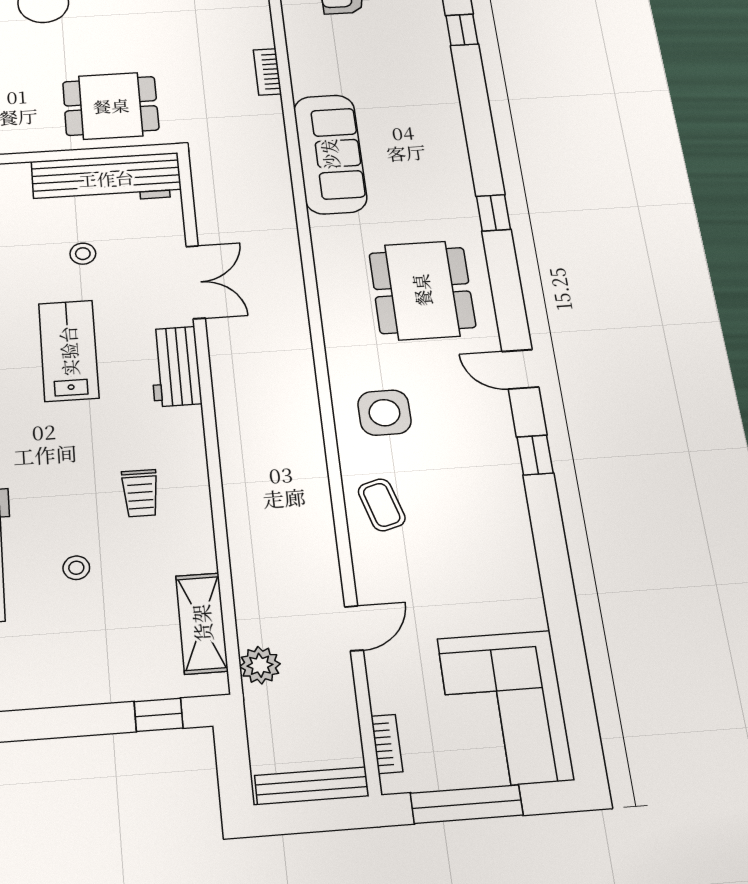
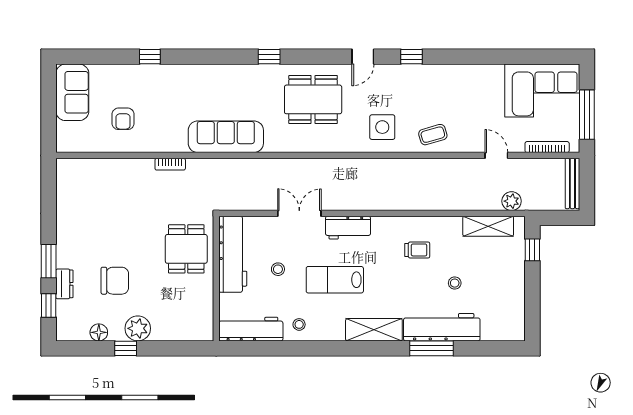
bookcase: (387, 744) -> (547, 147), width x1.56

